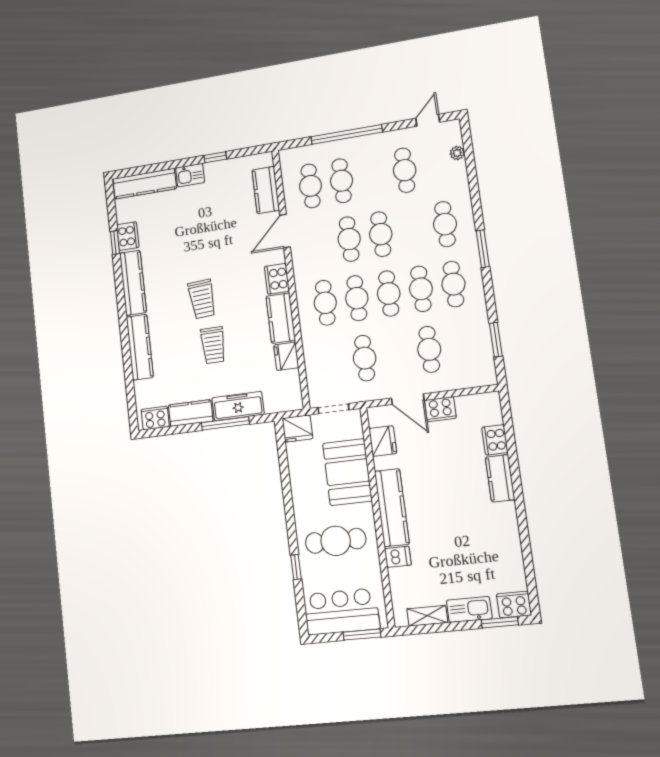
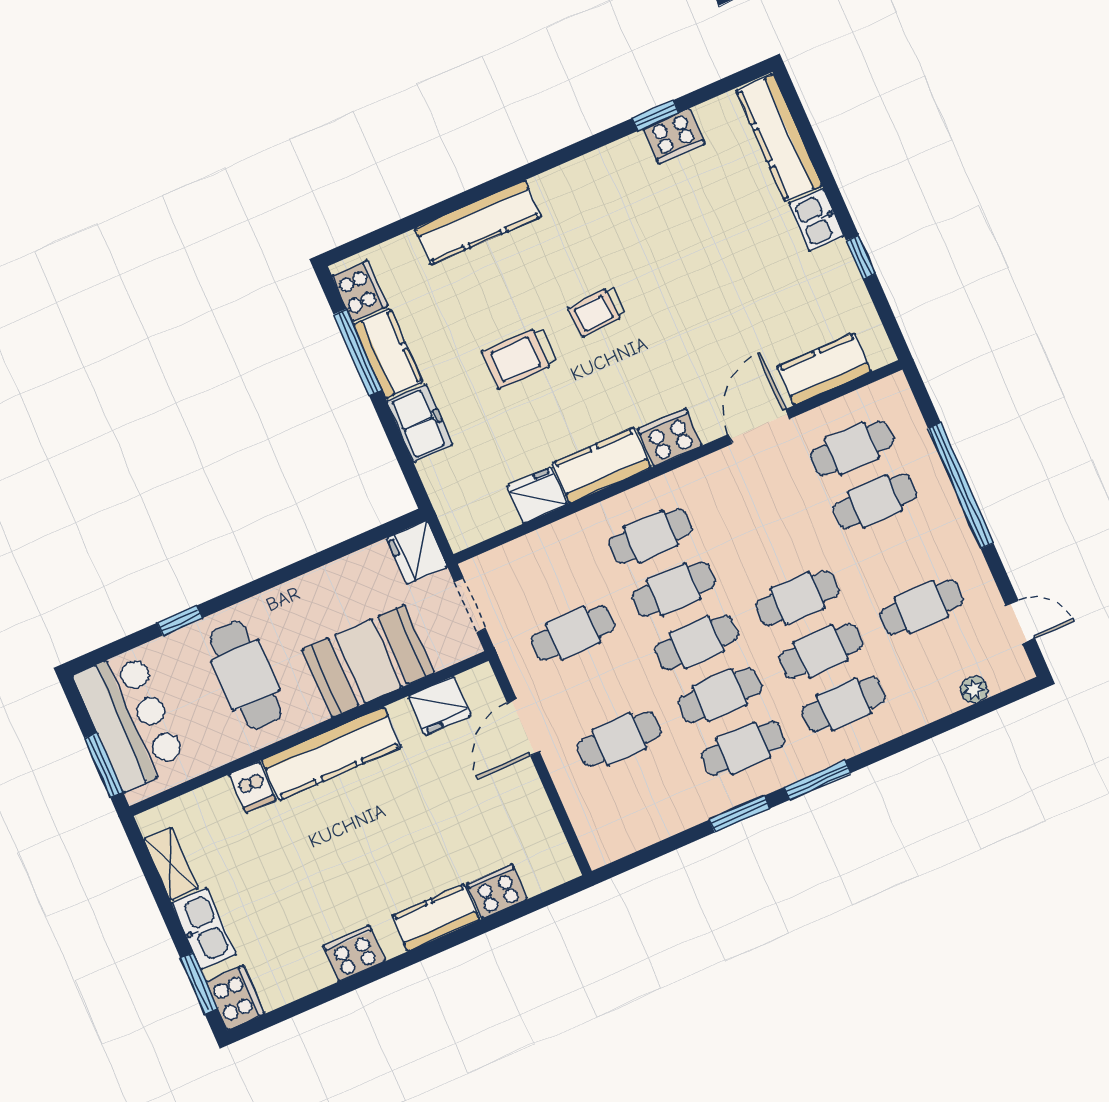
door: (285, 231) -> (759, 426), hinge flipped
cafe table: (349, 239) -> (821, 651), moved
kitchen counter: (133, 283) -> (591, 173), removed
trolley: (202, 299) -> (597, 312), width x0.73, depth x0.72
window: (496, 340) -> (739, 814), moved
freezer: (238, 406) -> (420, 423), width x0.71
cooker: (440, 409) -> (354, 953), moved, turned 90
window: (225, 423) -> (358, 352), moved

